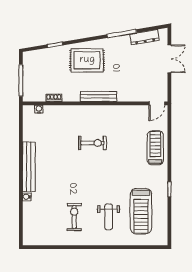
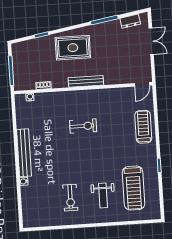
dresser: (144, 37) -> (130, 21), width x0.70
exercise bike: (74, 217) -> (70, 198), turned 180

